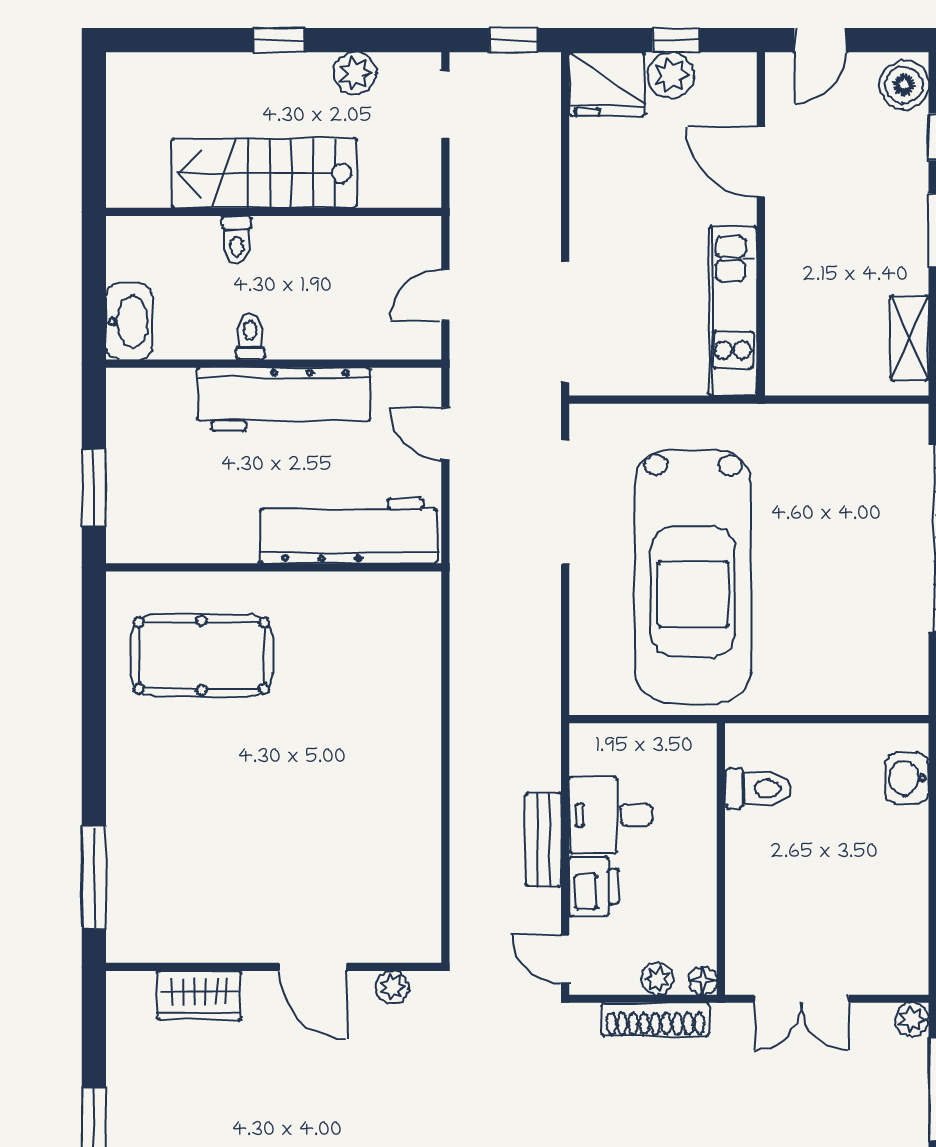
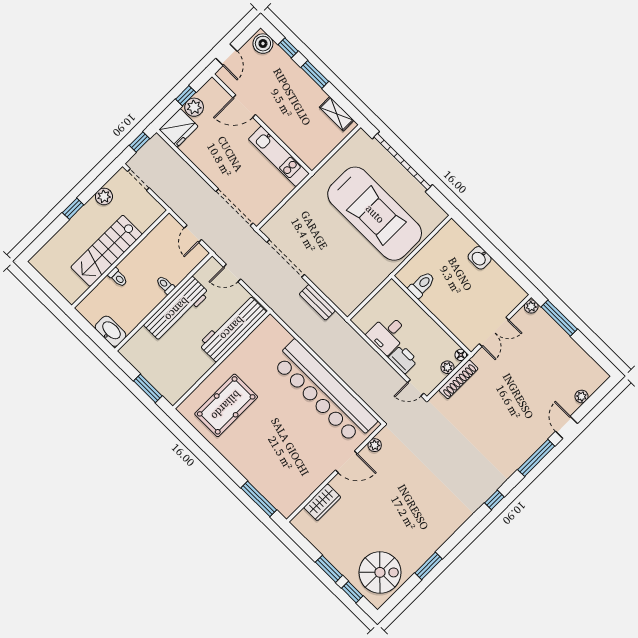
toilet: (250, 337) -> (165, 285), moved
car: (693, 576) -> (375, 214), moved
washbasin: (907, 778) -> (480, 258), moved
bar counter: (397, 805) -> (324, 392), added
bench: (543, 840) -> (317, 302), moved

